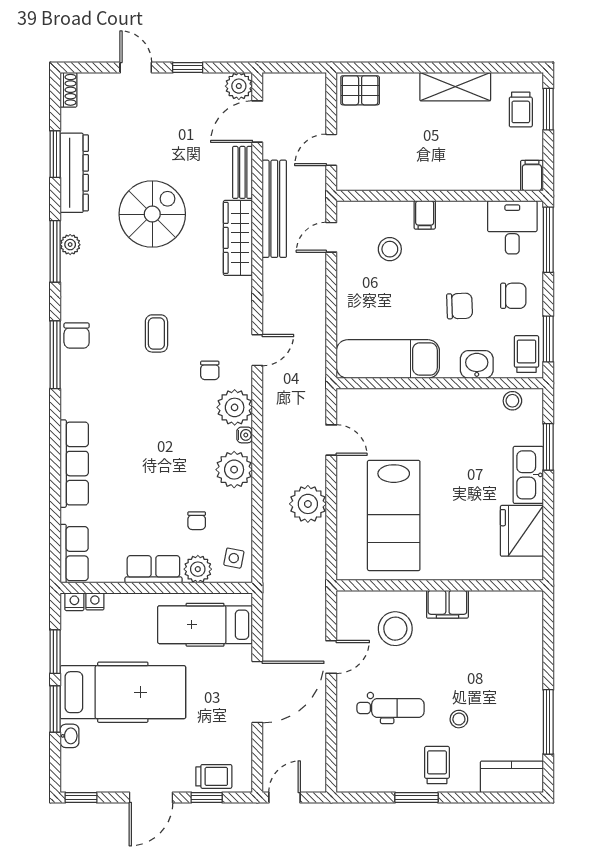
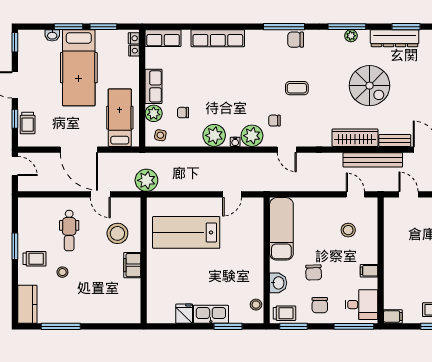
filing cabinet: (425, 215) -> (369, 271), moved
plant: (308, 504) -> (146, 180), moved
fridge: (522, 531) -> (184, 314), width x0.53, depth x0.75

